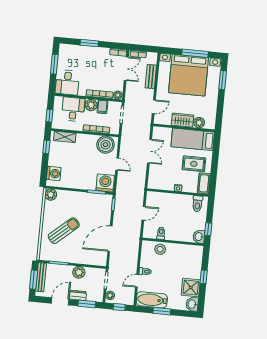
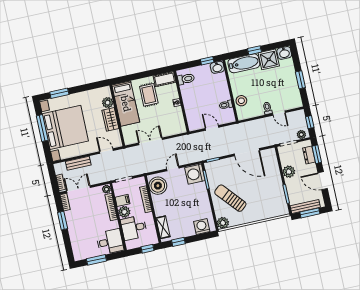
window: (89, 43) -> (63, 221), moved
sun lounger: (64, 231) -> (230, 198), moved
dresser: (78, 295) -> (309, 155), moved
bathtub: (152, 300) -> (244, 63), moved, turned -90

